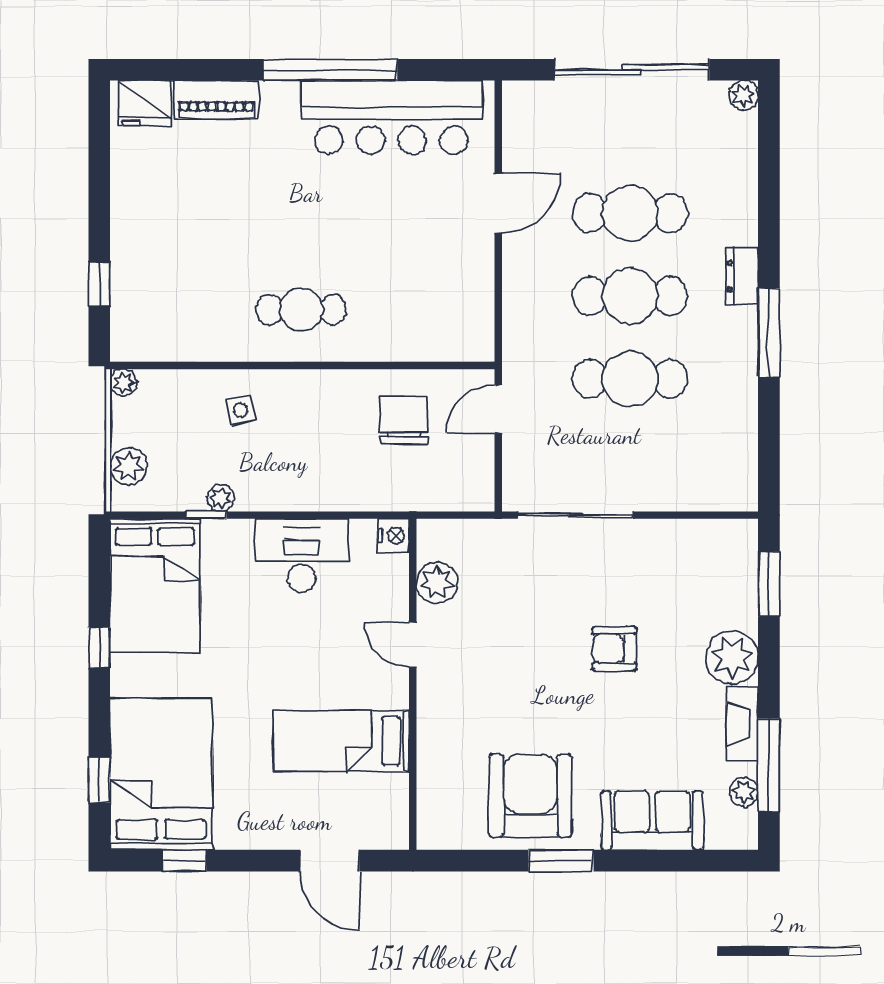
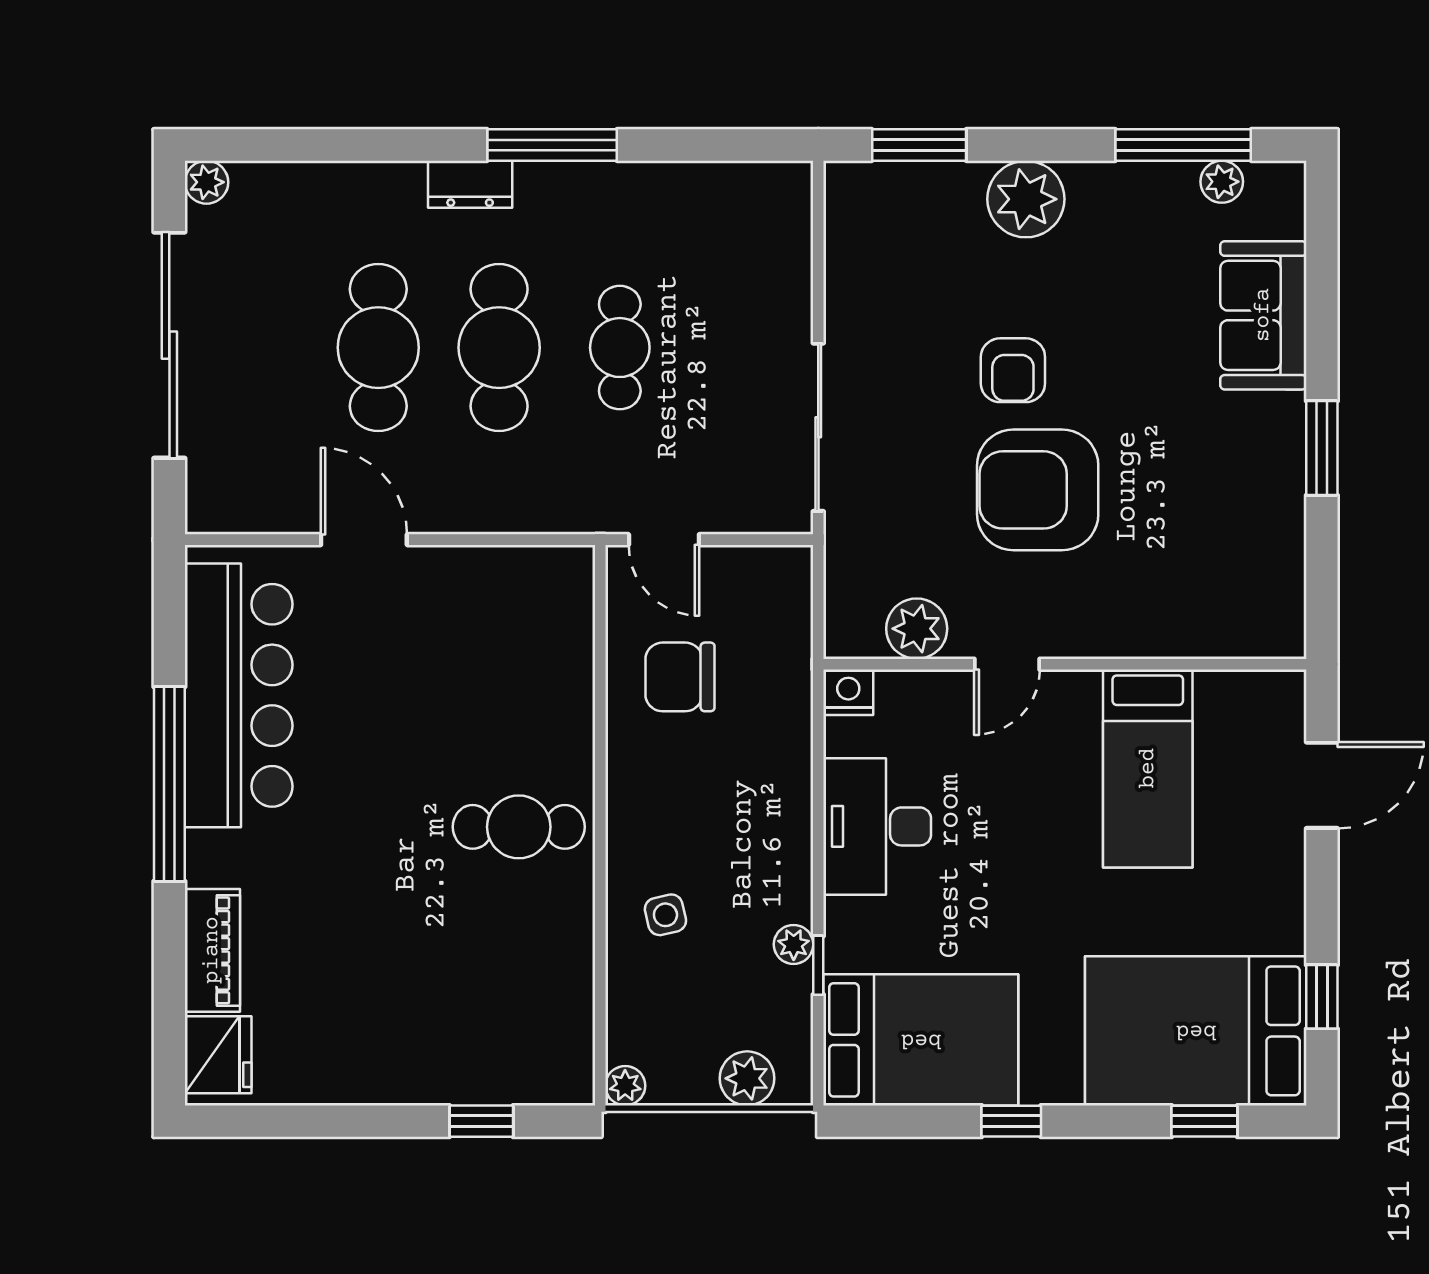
cafe table: (301, 310) -> (519, 827), turned 90
cafe table: (630, 379) -> (620, 348), width x0.73, depth x0.74
fireplace: (742, 724) -> (1122, 184), removed
armchair: (530, 795) -> (1038, 490), moved

